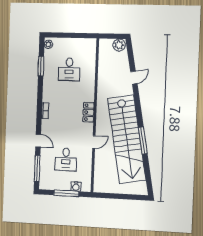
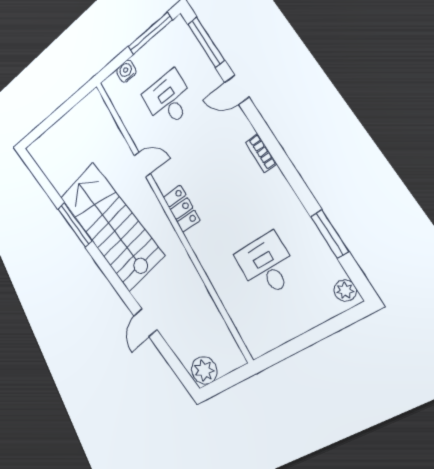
stairs: (127, 139) -> (110, 225), width x0.73
door: (94, 142) -> (142, 164), swing flipped
window: (66, 193) -> (150, 33), moved

